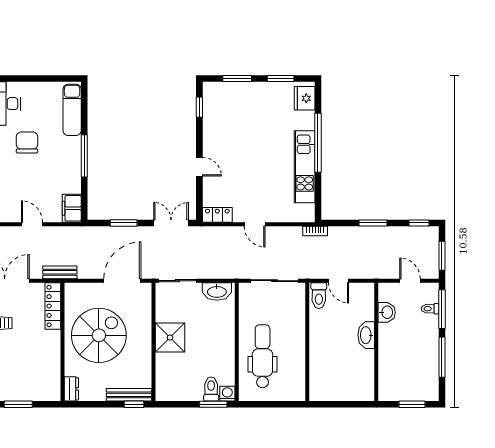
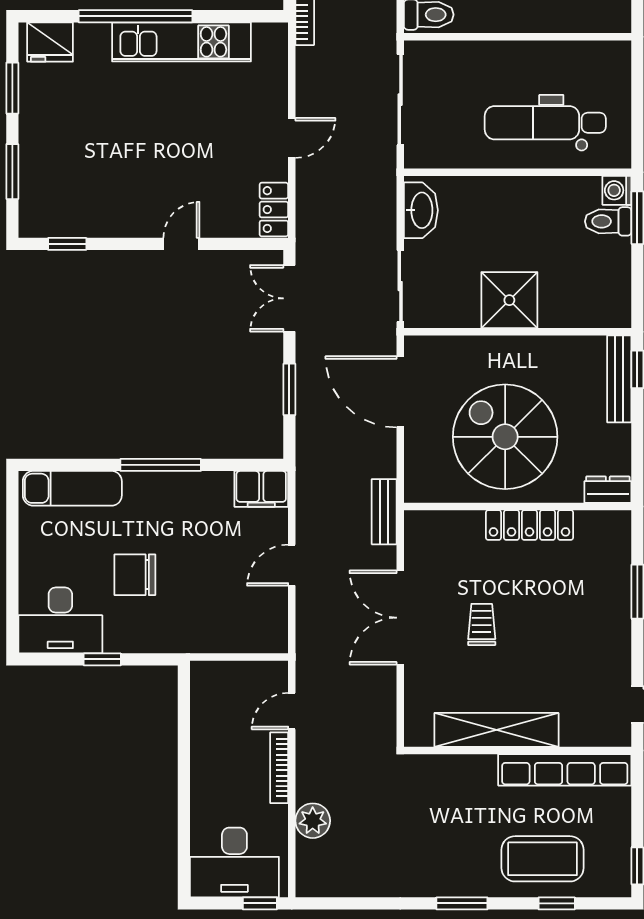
locker: (53, 306) -> (529, 525), moved

